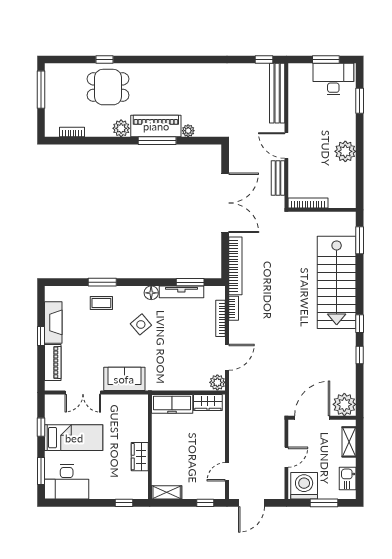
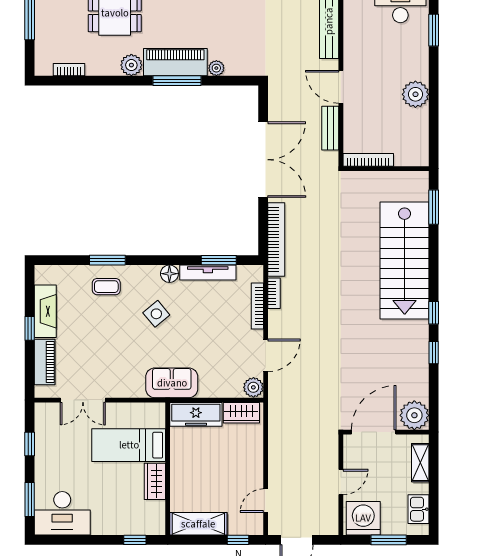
sofa: (124, 379) -> (172, 383), moved
bed: (74, 438) -> (129, 445), moved, turned 180
shelving: (167, 492) -> (198, 524), width x1.50, depth x1.33

